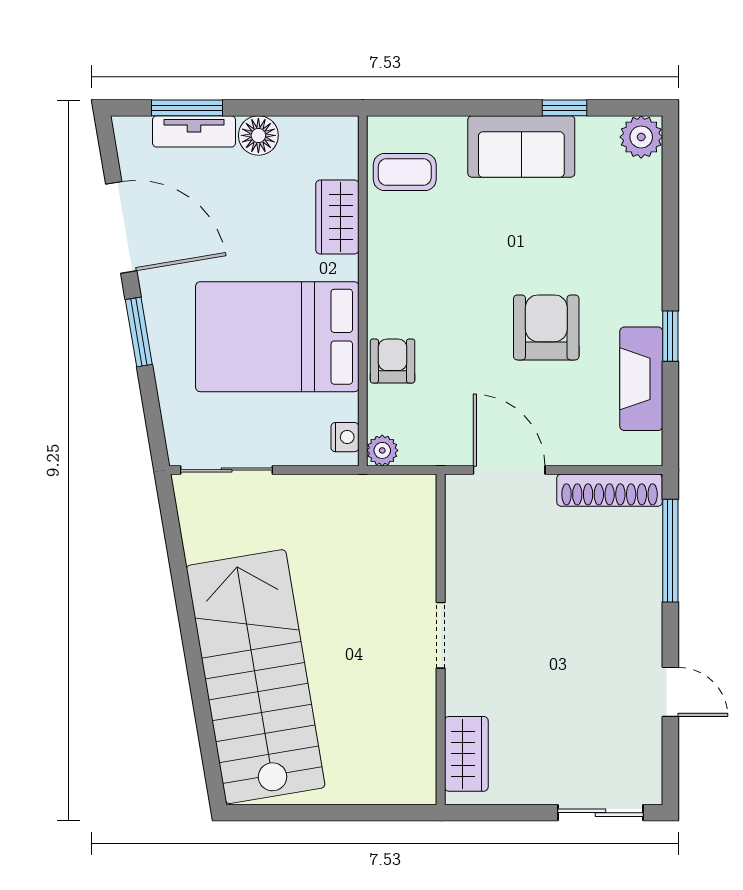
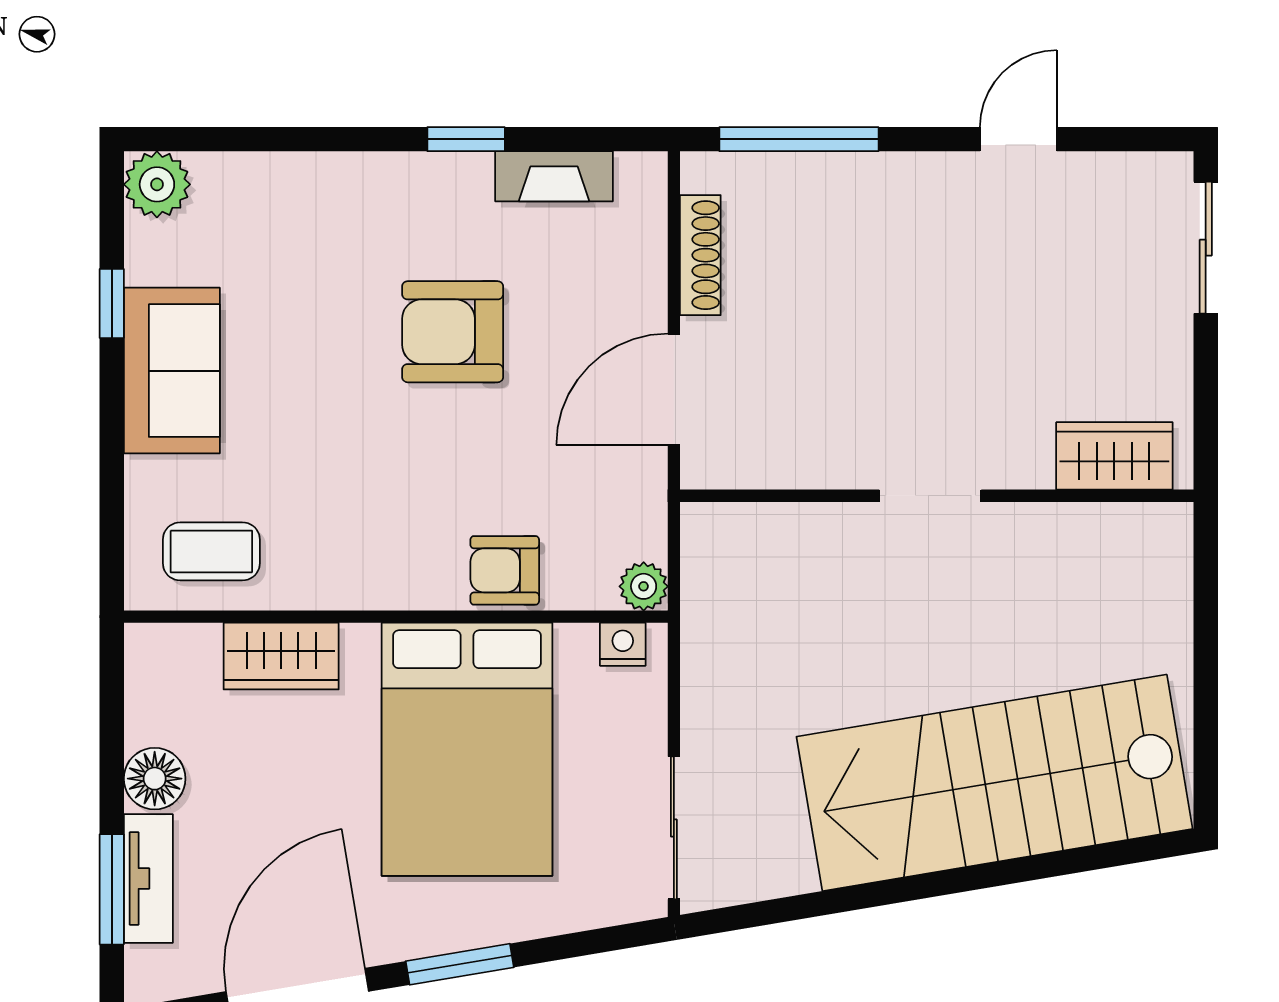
coffee table: (405, 172) -> (211, 551), turned 90
fireplace: (641, 379) -> (554, 176), width x0.73, depth x0.76
shoe rack: (610, 490) -> (700, 255), width x0.74, depth x0.81

